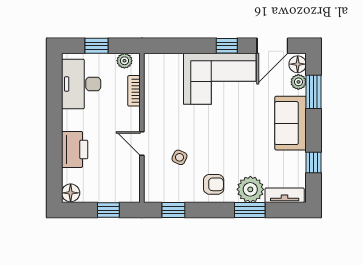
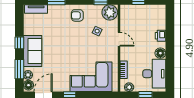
corner sofa: (220, 79) -> (91, 77), moved
printer: (75, 149) -> (161, 36), width x0.53, depth x0.68
window: (313, 162) -> (19, 43), moved
plant: (250, 189) -> (110, 12), moved
floor lamp: (71, 193) -> (160, 53), moved

